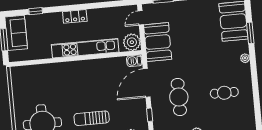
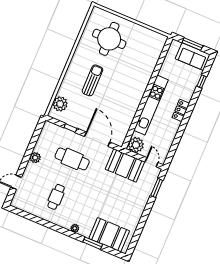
barbecue: (135, 61) -> (120, 139), removed

